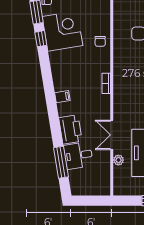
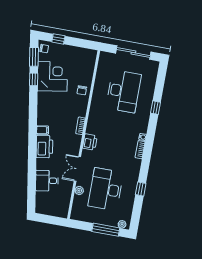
printer: (121, 101) -> (90, 142), added
printer: (70, 129) -> (44, 147), moved
window: (61, 162) -> (32, 184), removed

